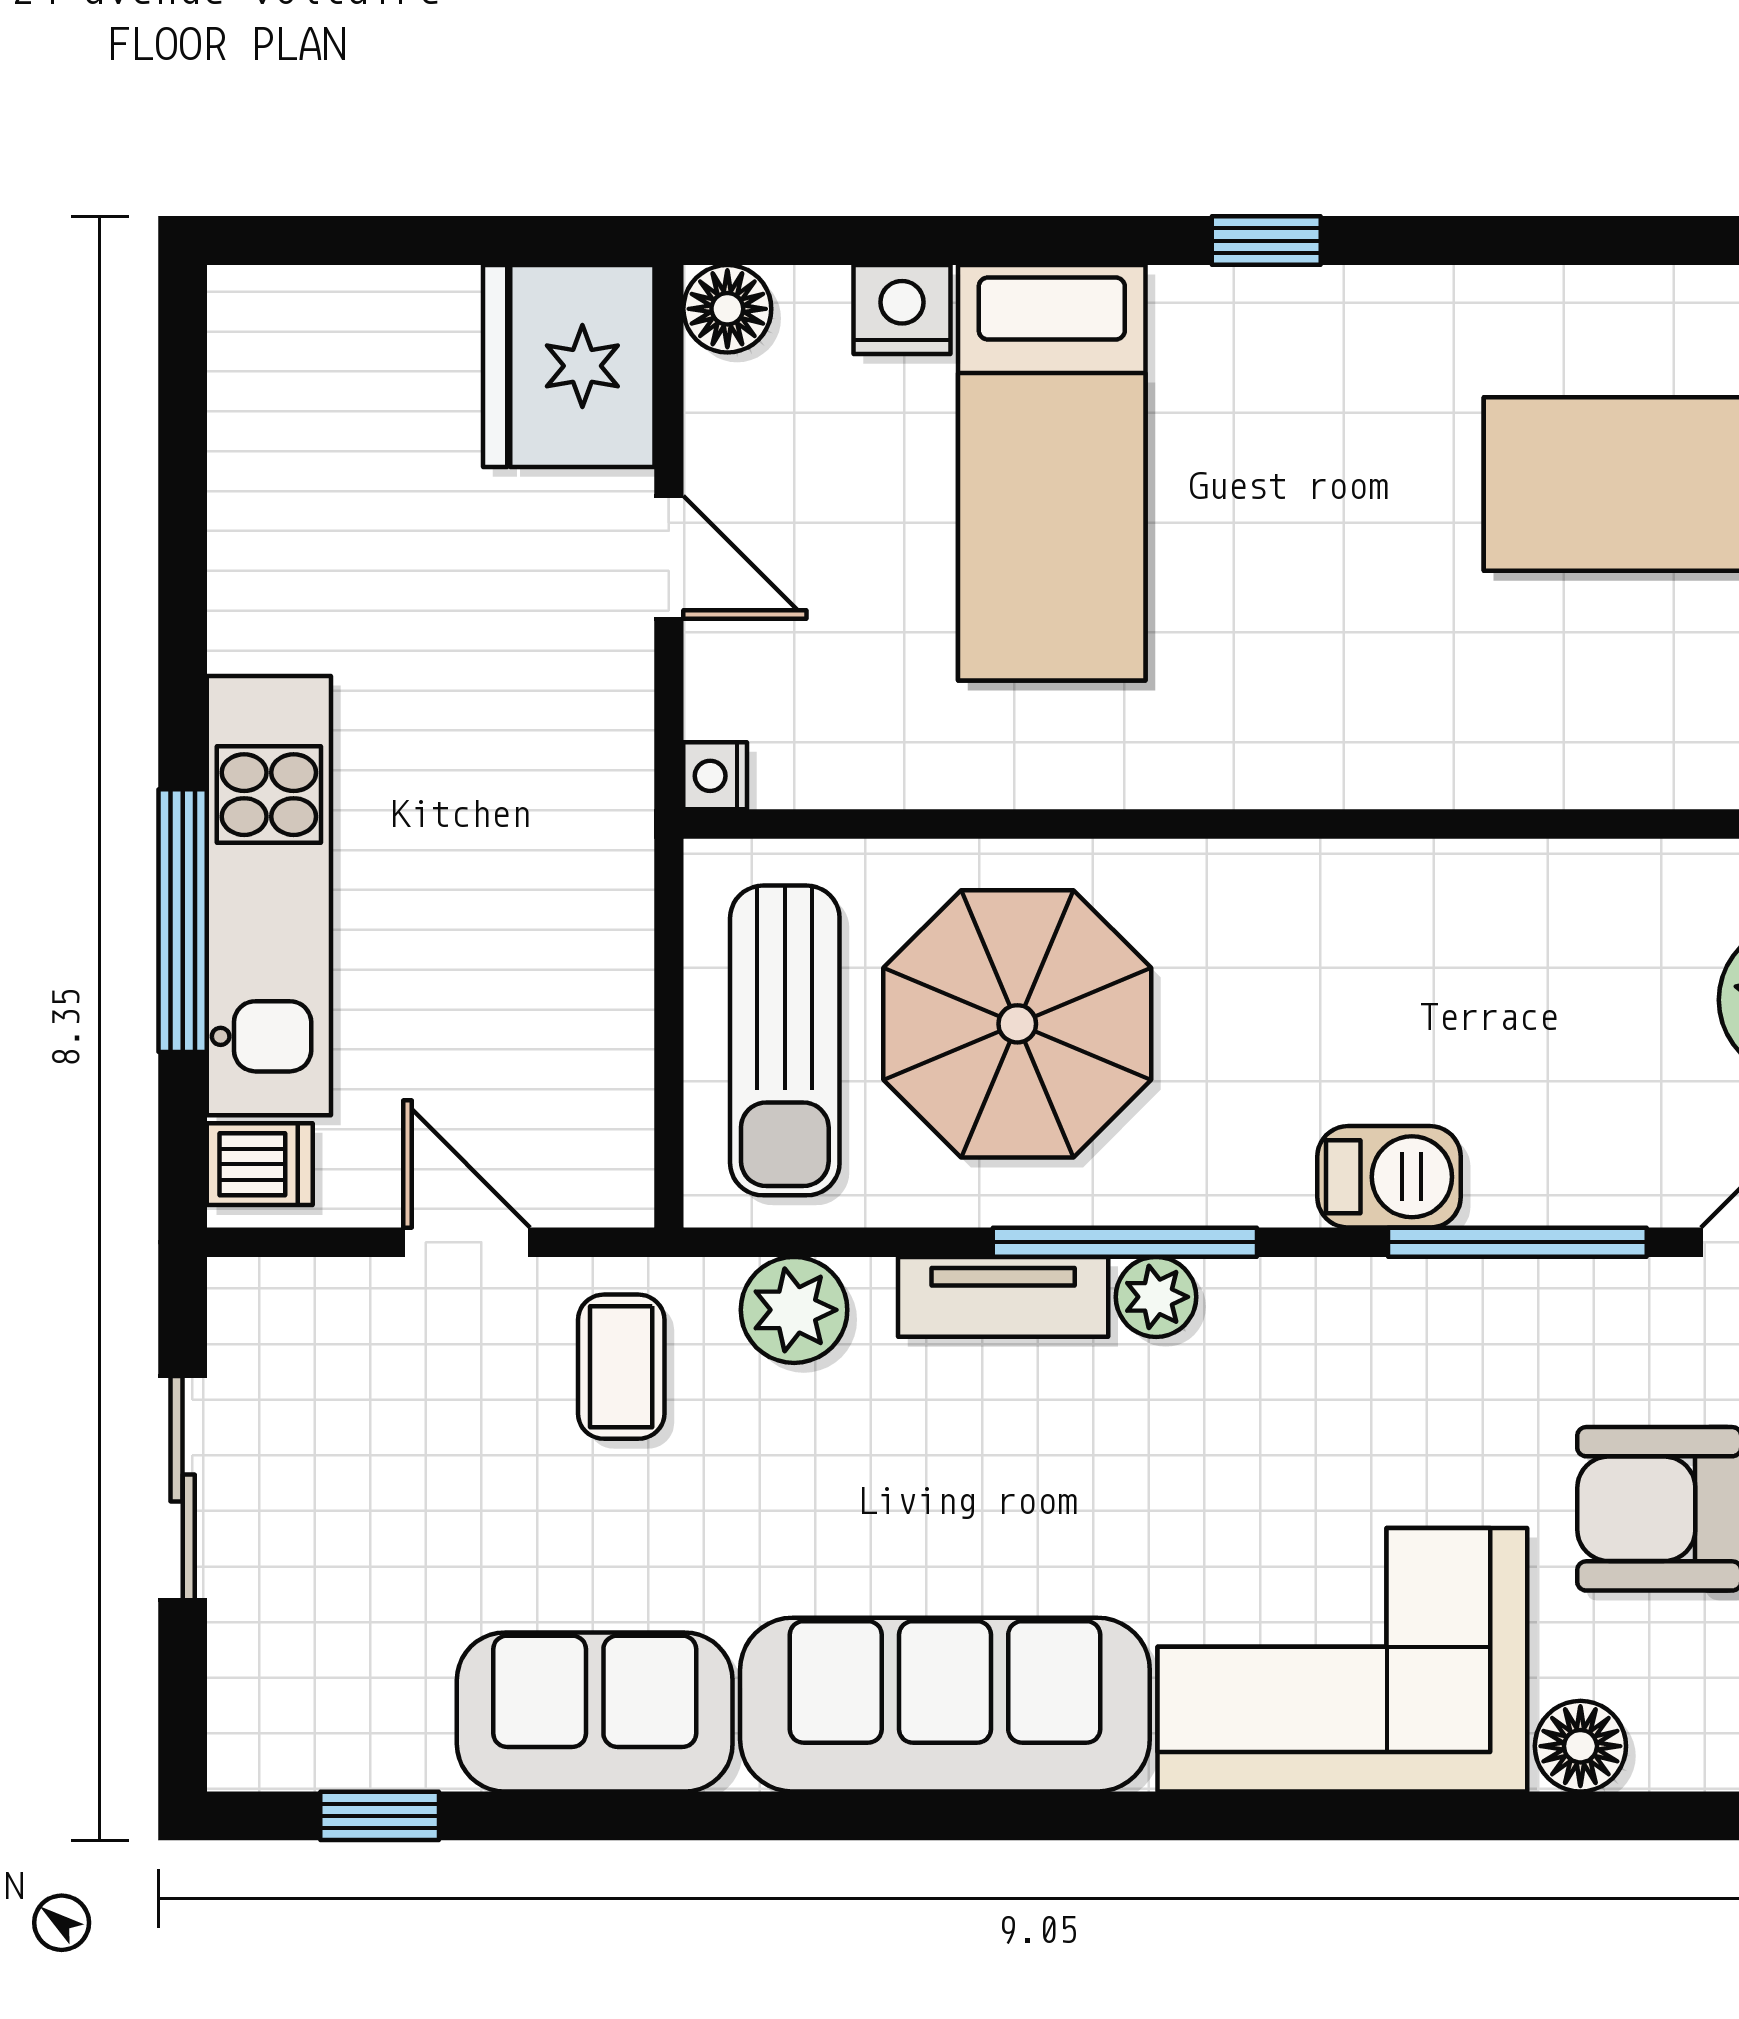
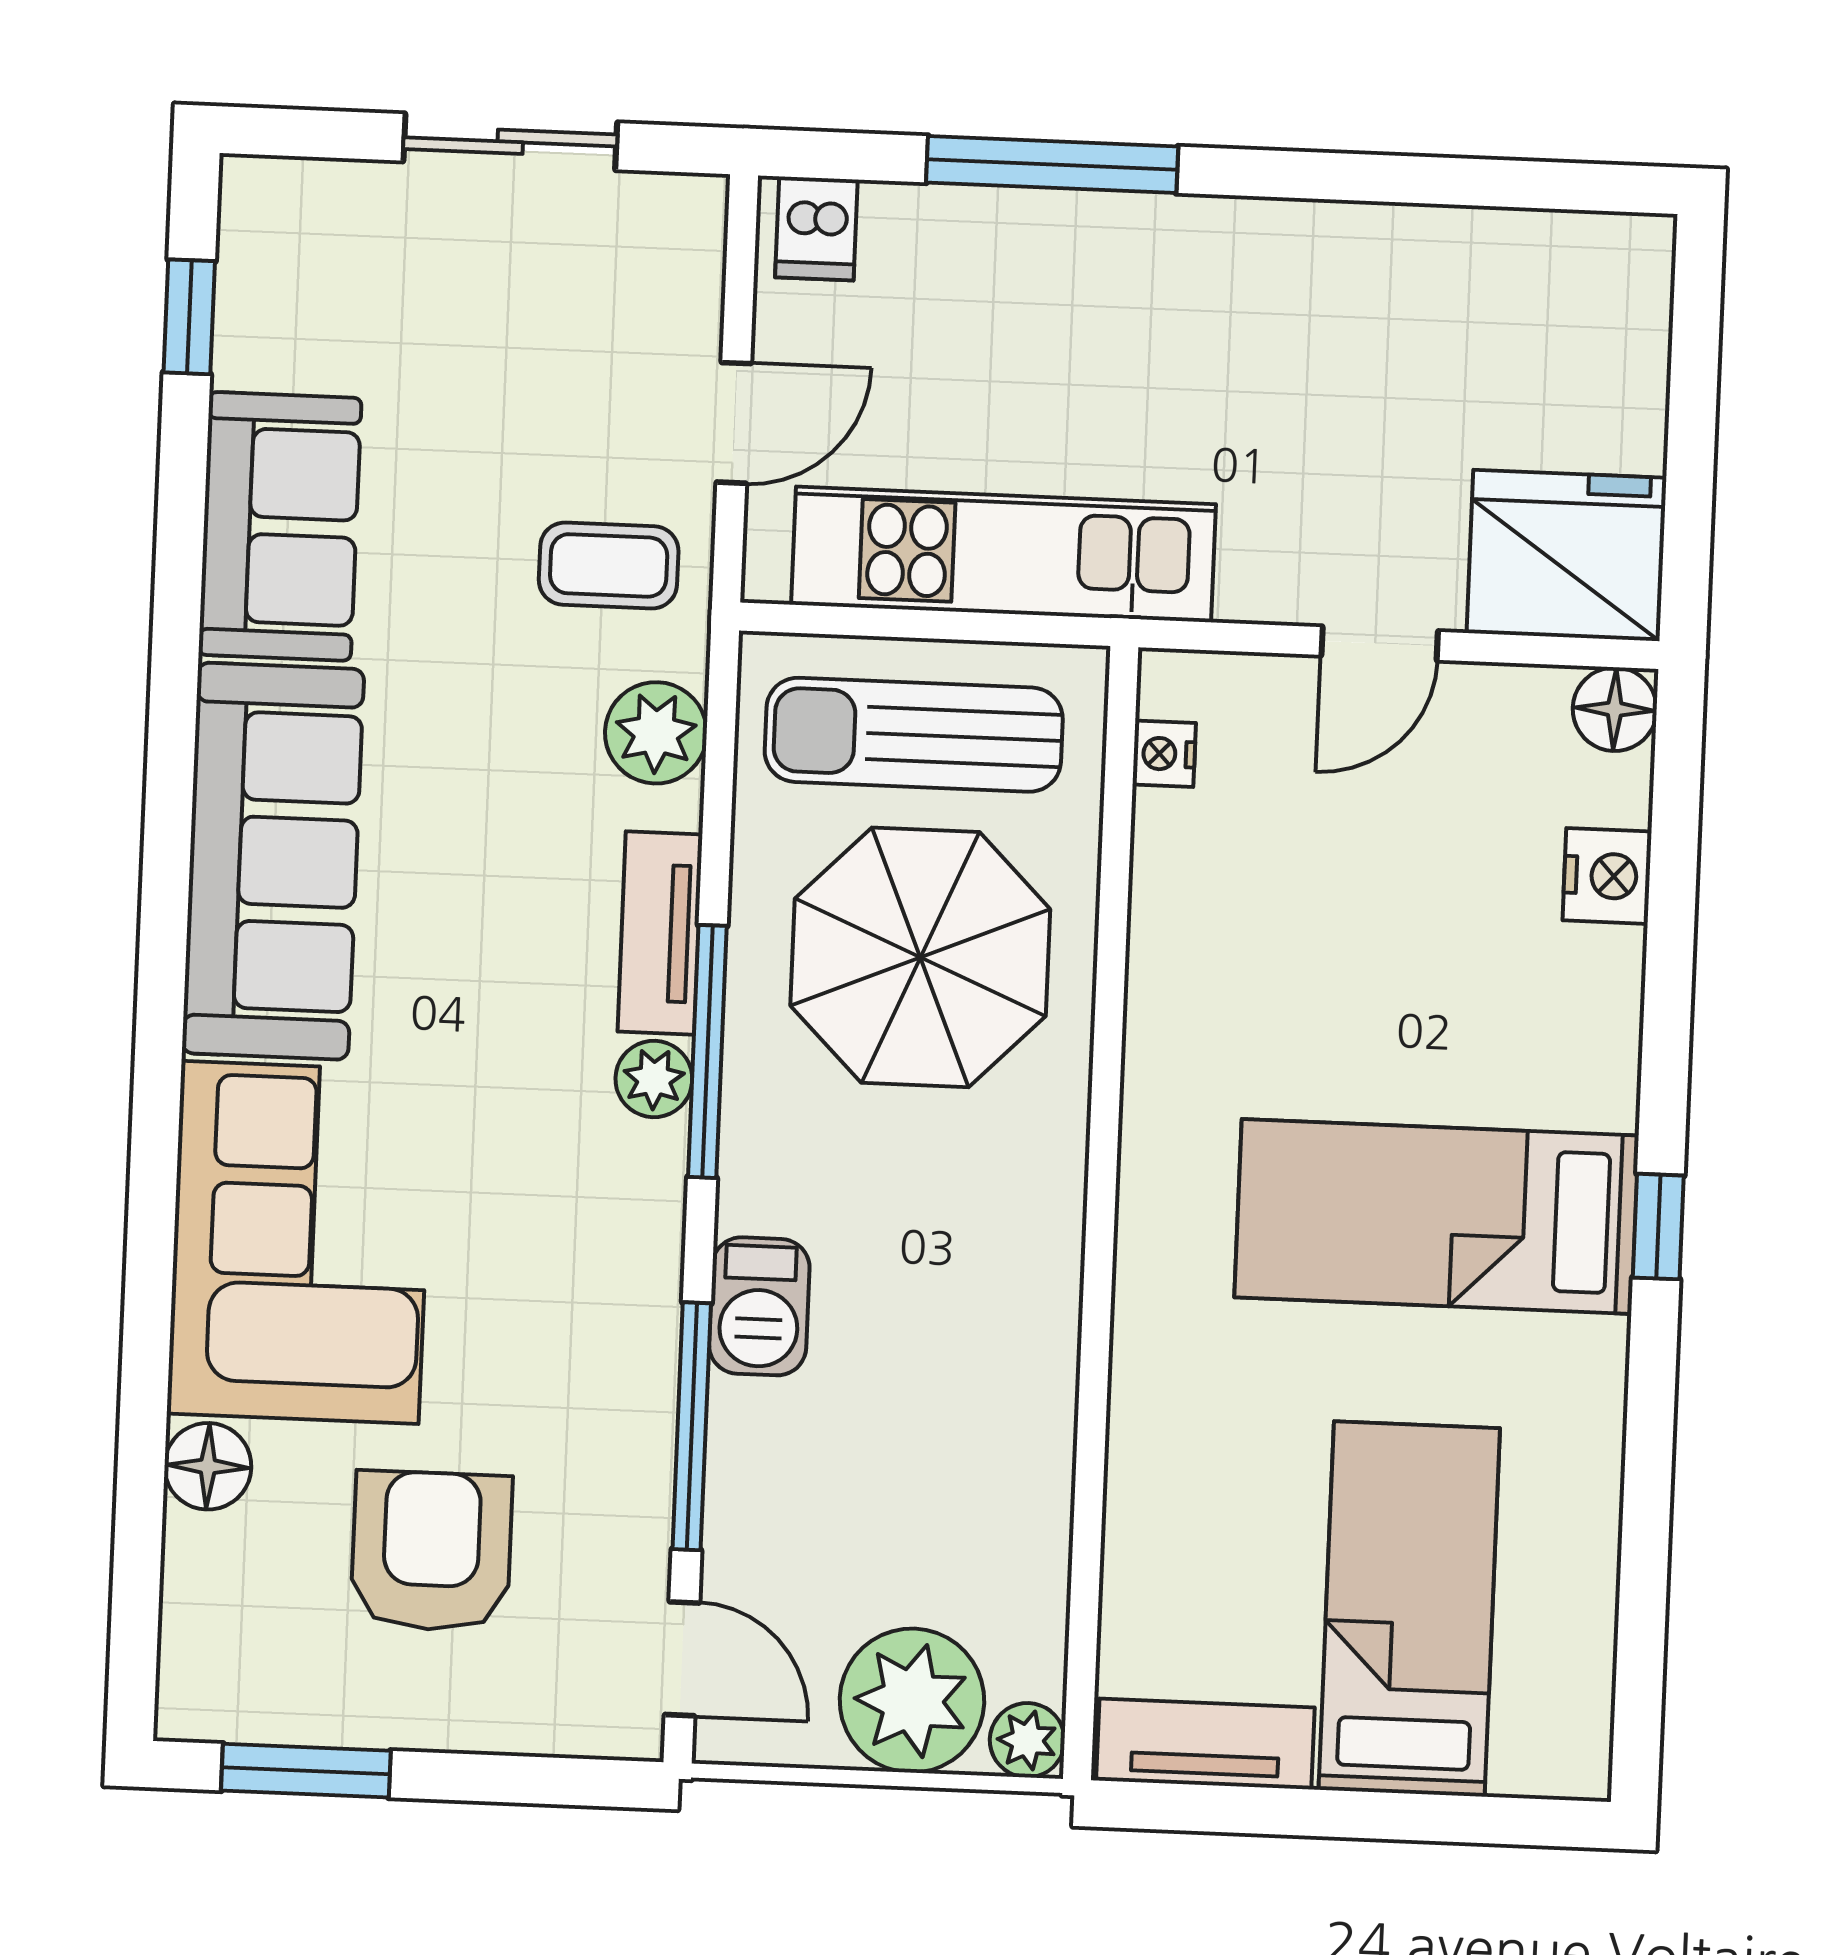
bed: (1052, 473) -> (1437, 1216), moved
nightstand: (715, 776) -> (1164, 754), moved, turned -90
kitchen unit: (269, 896) -> (1004, 554), moved, turned 180

